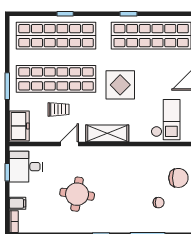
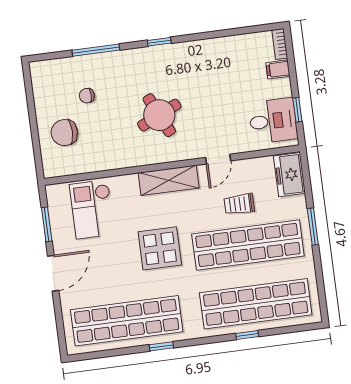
round table: (77, 194) -> (159, 115), moved, turned -33

